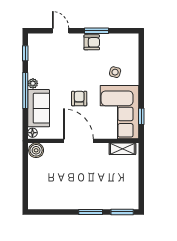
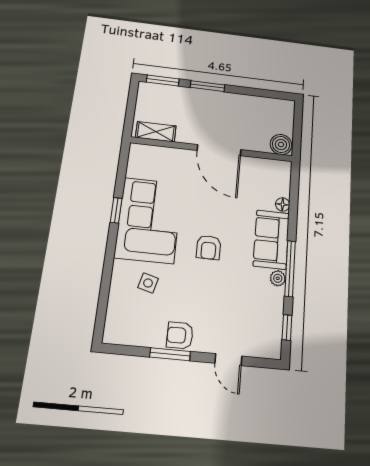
door: (78, 141) -> (219, 150), moved
wall: (83, 141) -> (212, 149), moved
shelving: (122, 149) -> (156, 132), moved
boiler: (36, 150) -> (281, 144), moved

